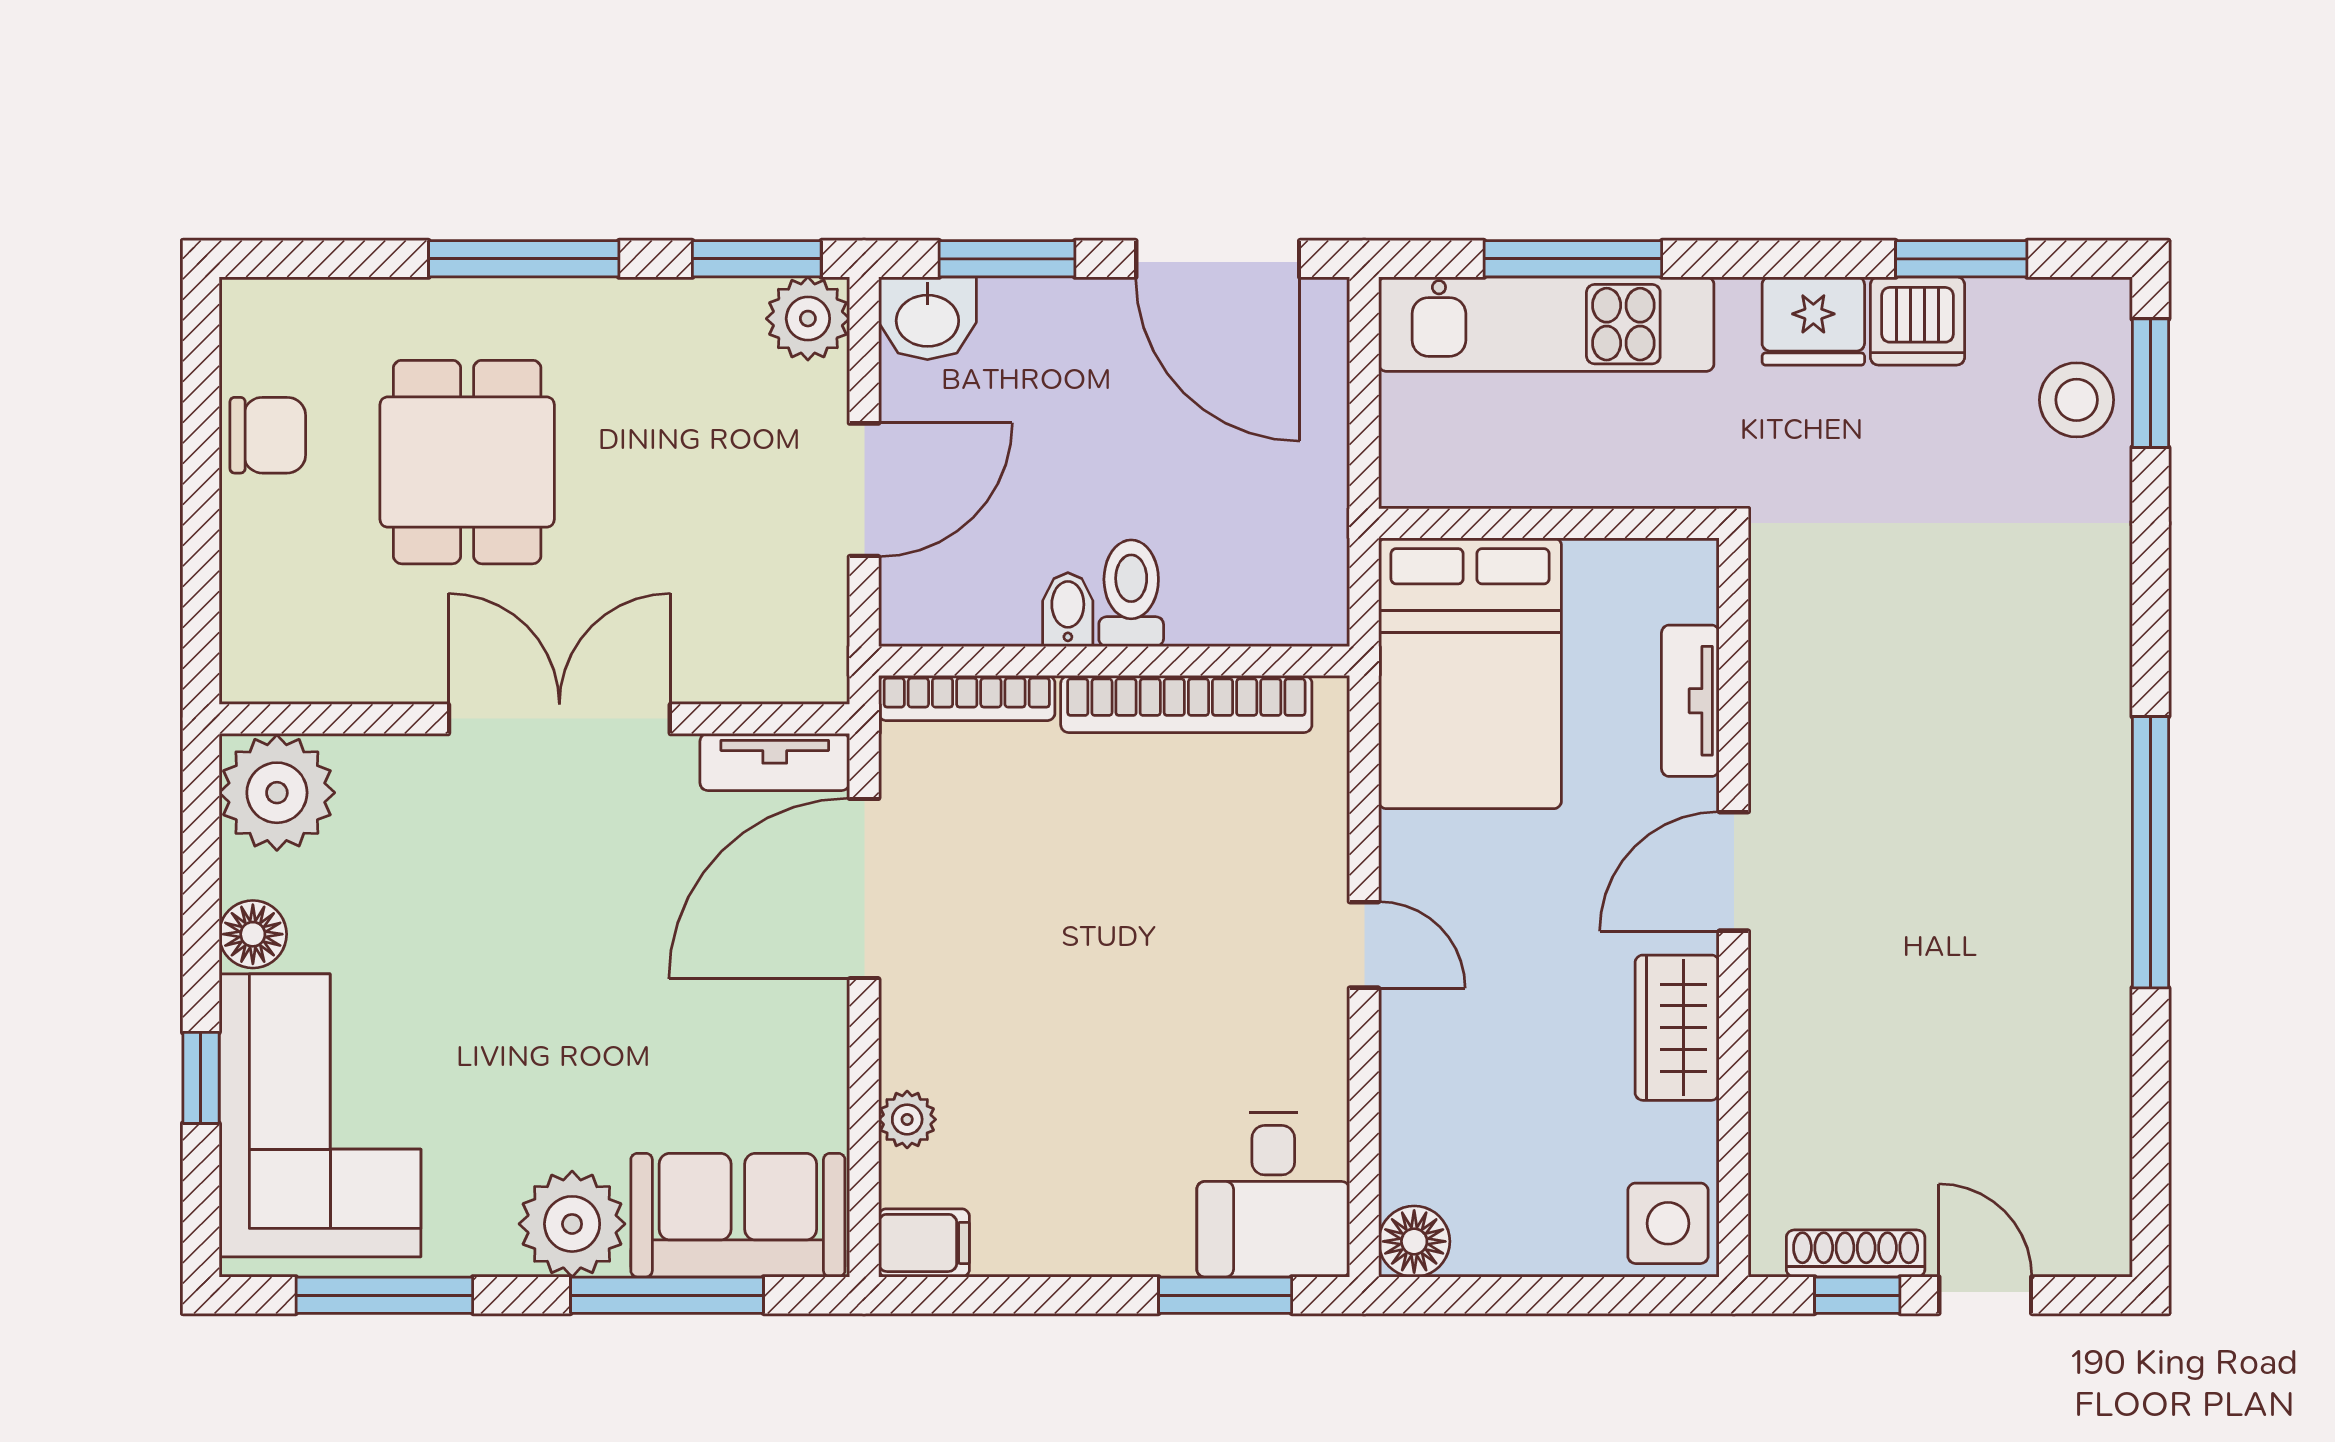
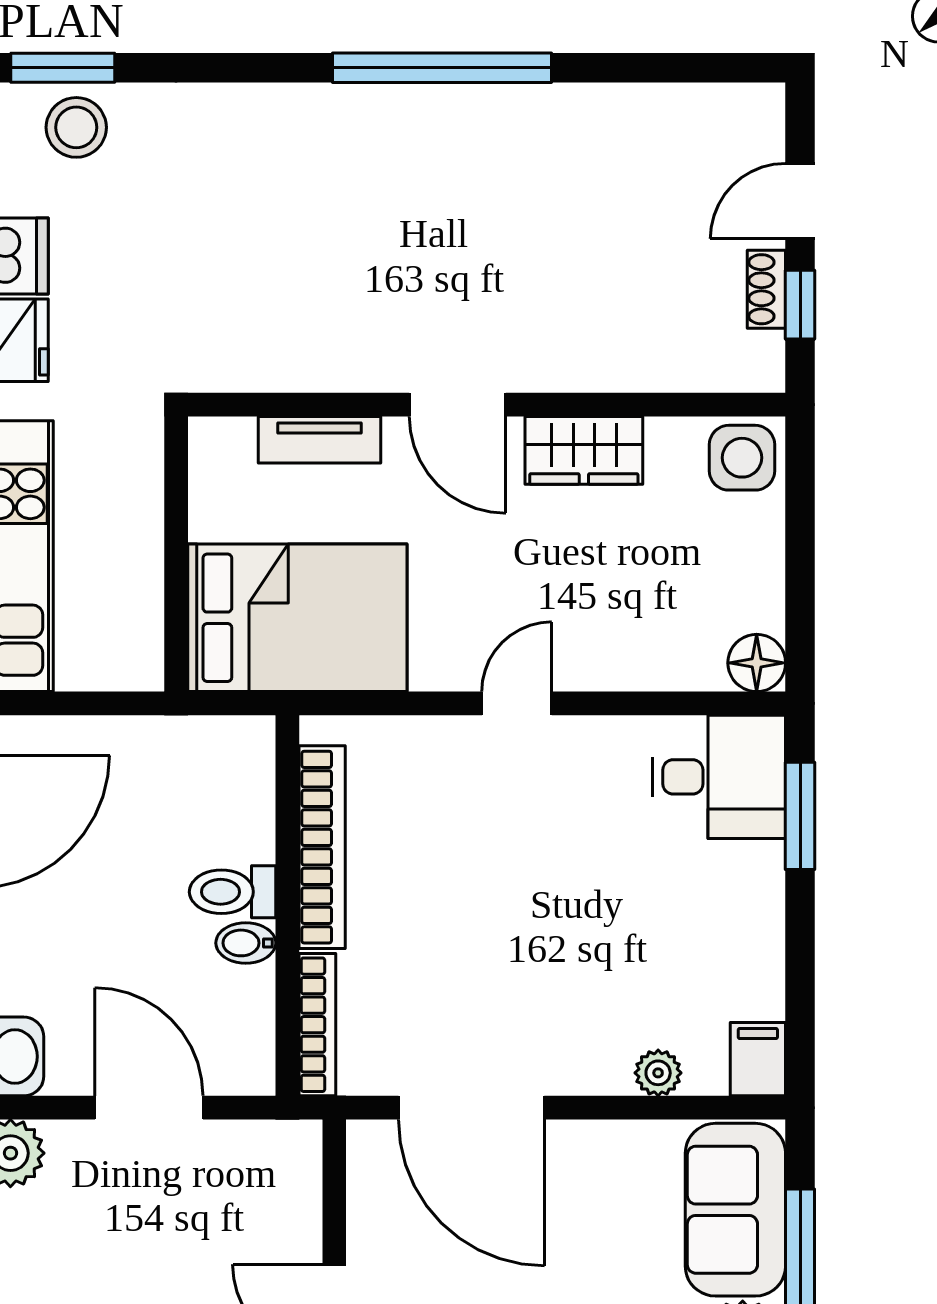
tv unit: (775, 762) -> (369, 1180), removed
shoe rack: (1856, 1253) -> (766, 289), width x0.70

